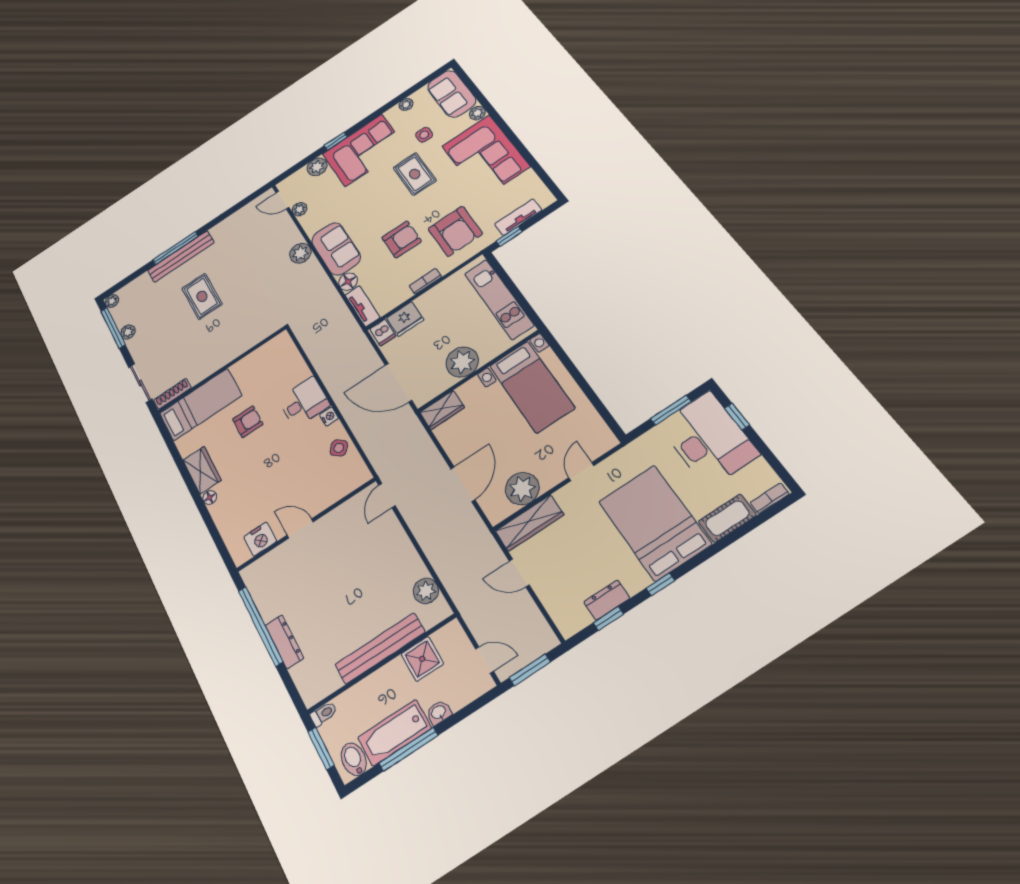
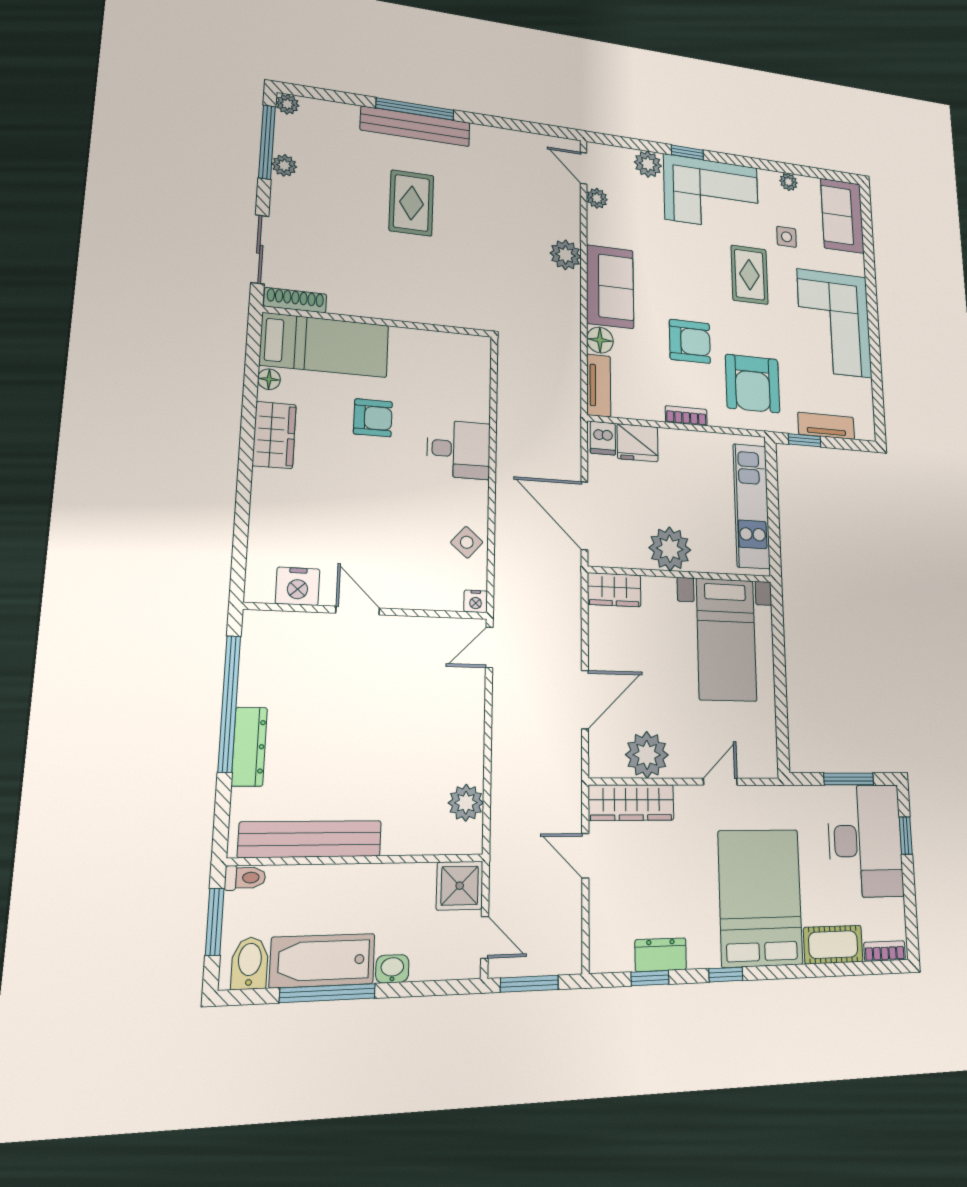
plant: (477, 113) -> (855, 264), removed
nightstand: (329, 417) -> (476, 601), moved, turned 90
floor lamp: (210, 498) -> (269, 379), moved
bench: (380, 648) -> (310, 839), moved
shower: (422, 659) -> (460, 886), moved

